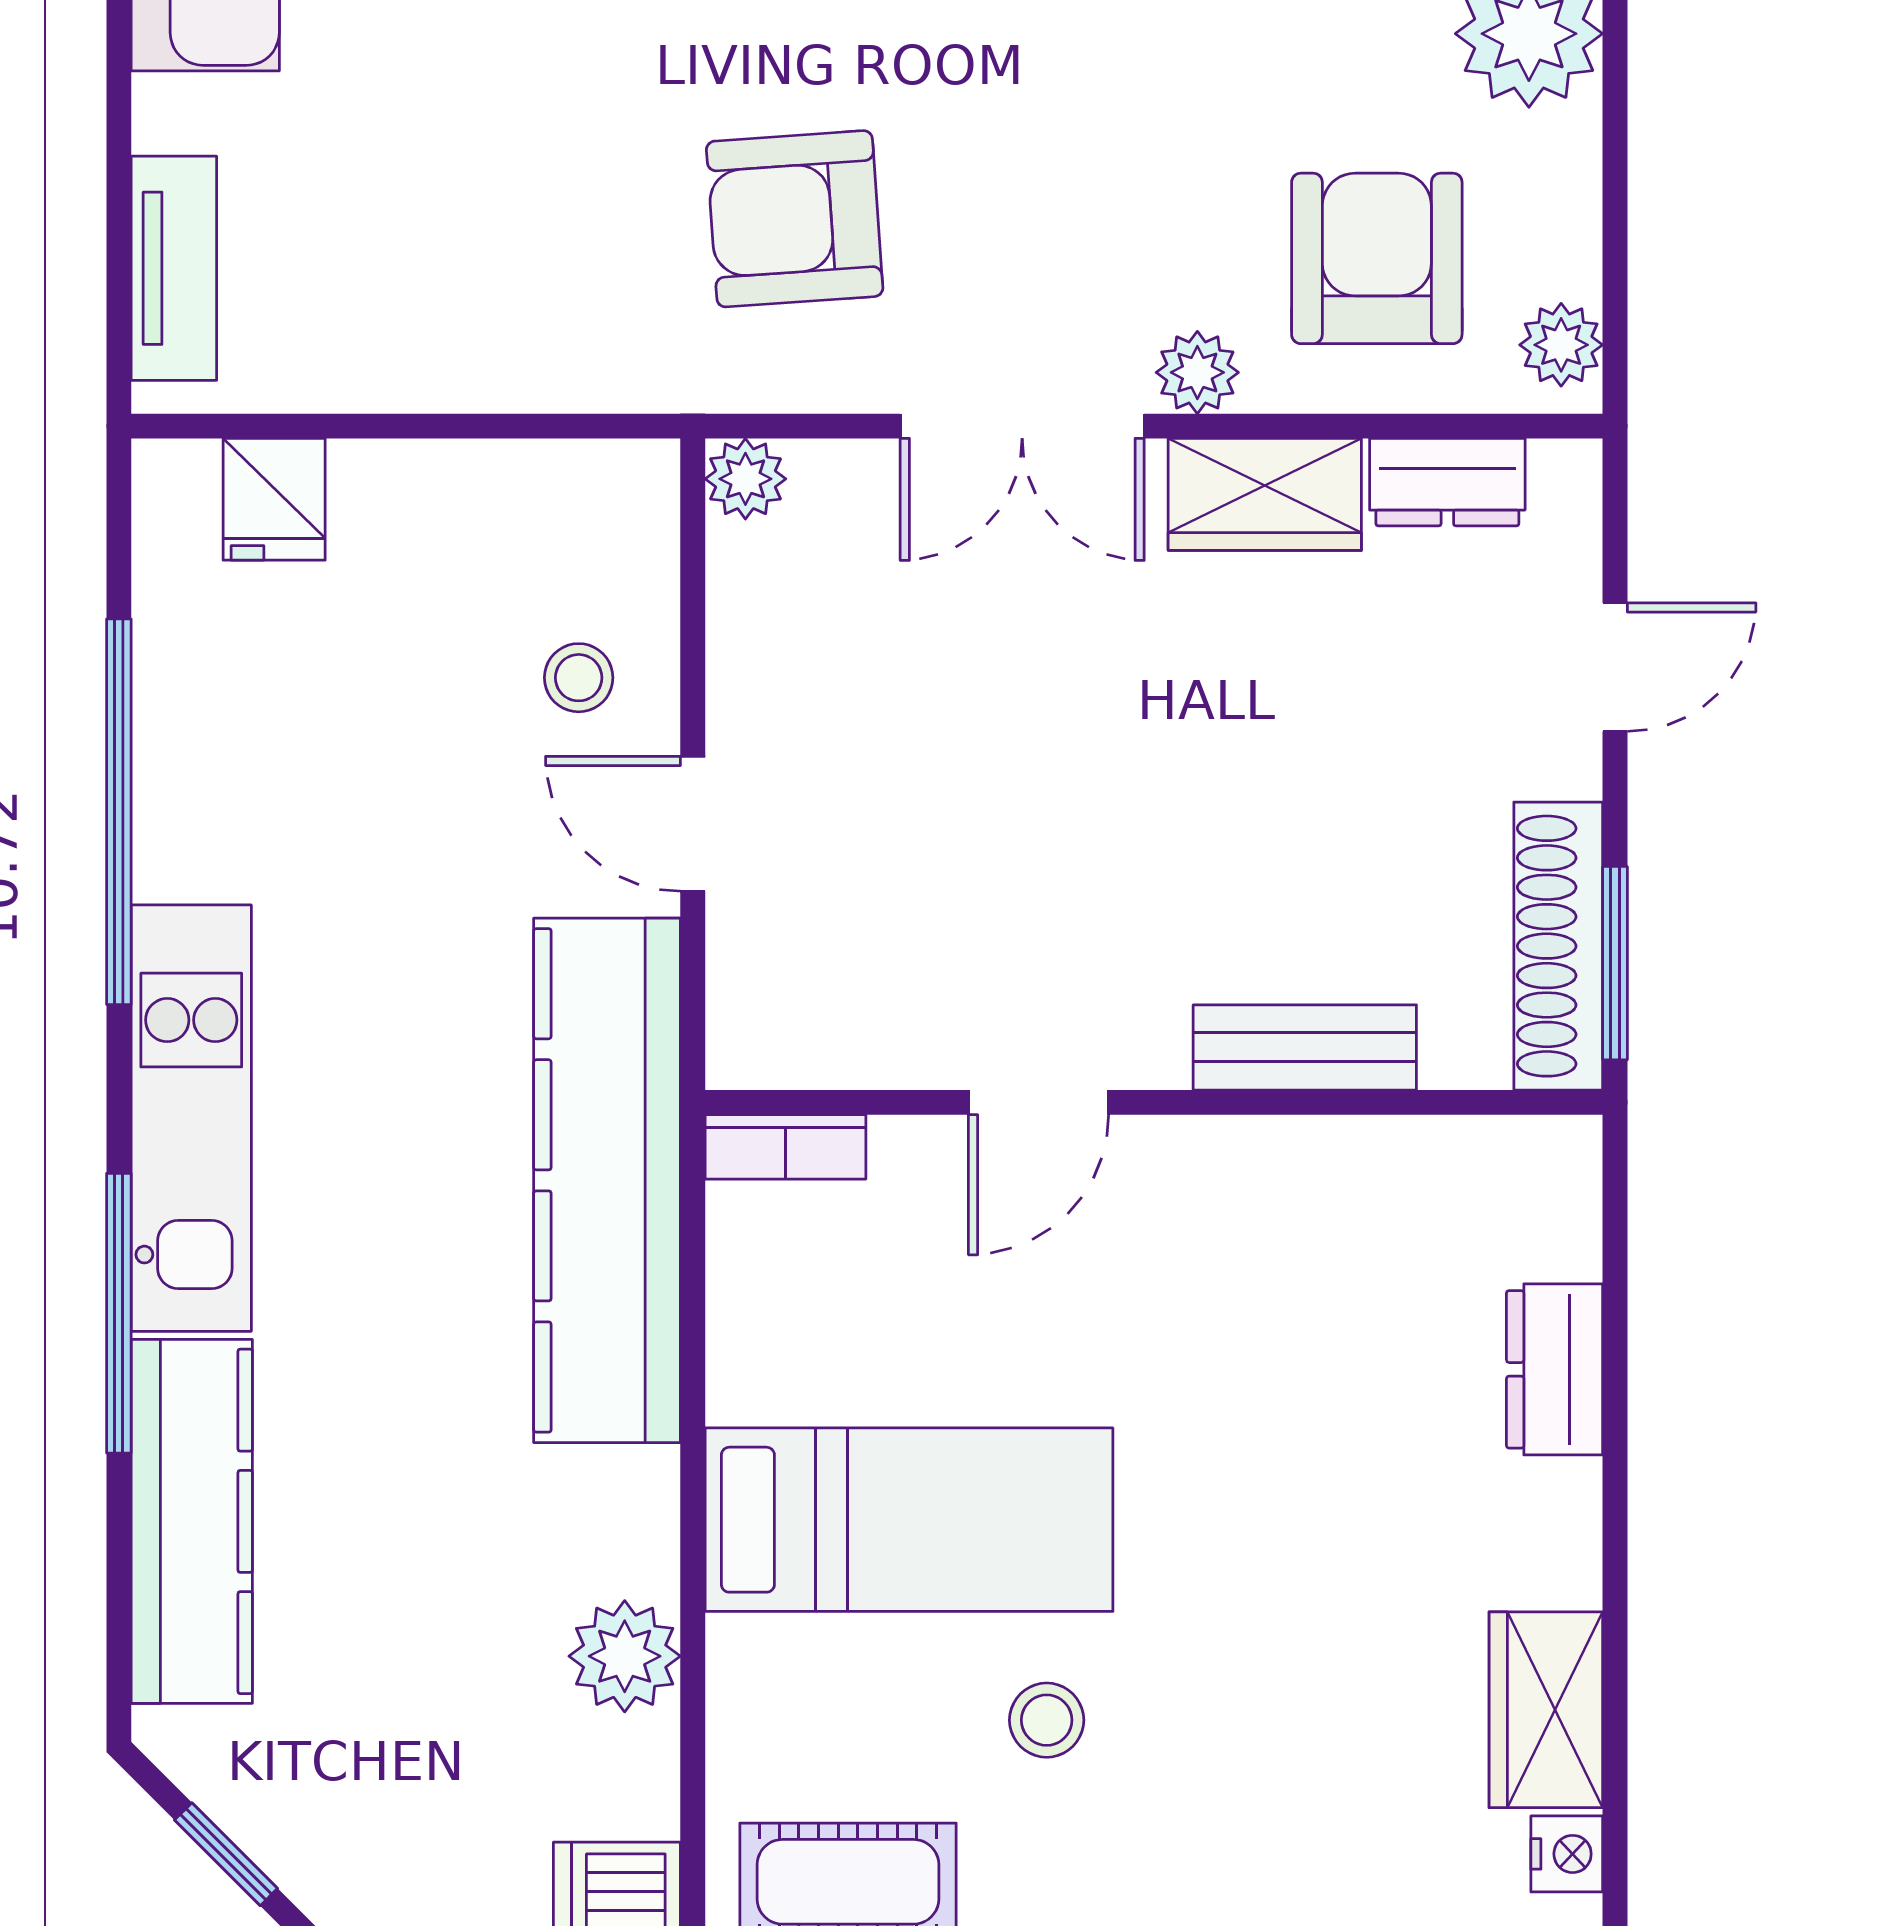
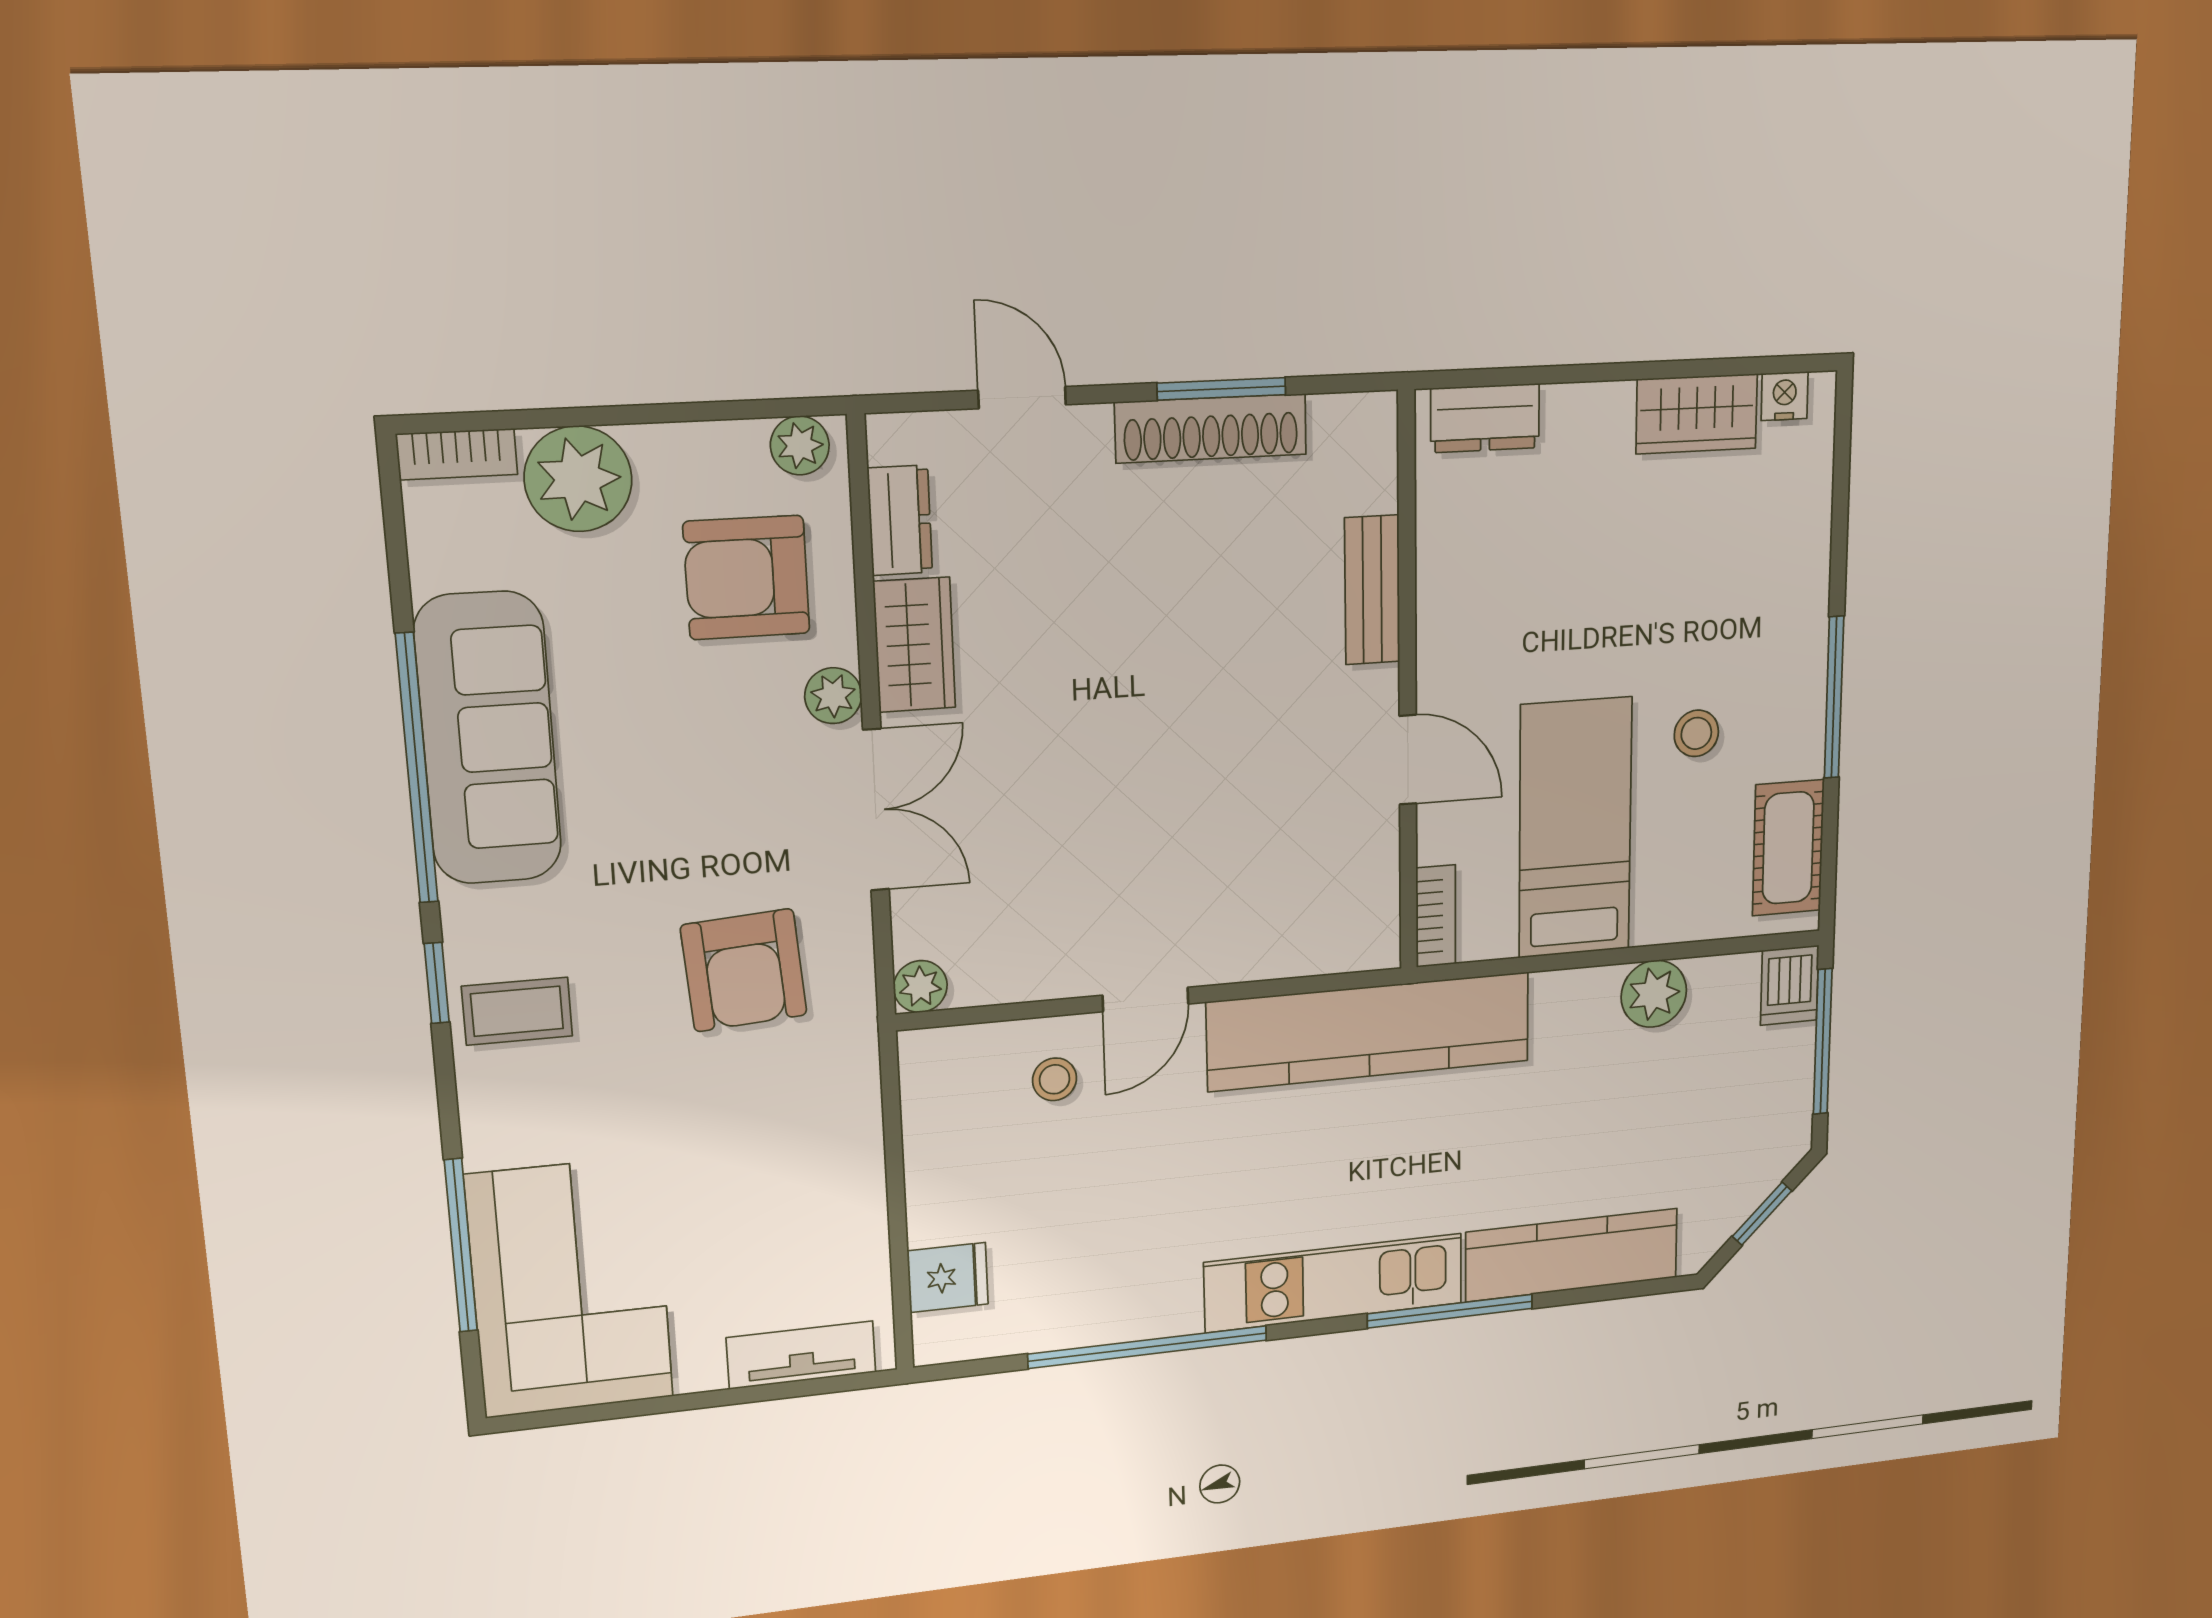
bench: (1305, 1047) -> (1372, 590), moved
door: (1039, 1102) -> (1408, 760), moved
wall: (1154, 1102) -> (1408, 686), moved
bookcase: (785, 1147) -> (1436, 916), moved

